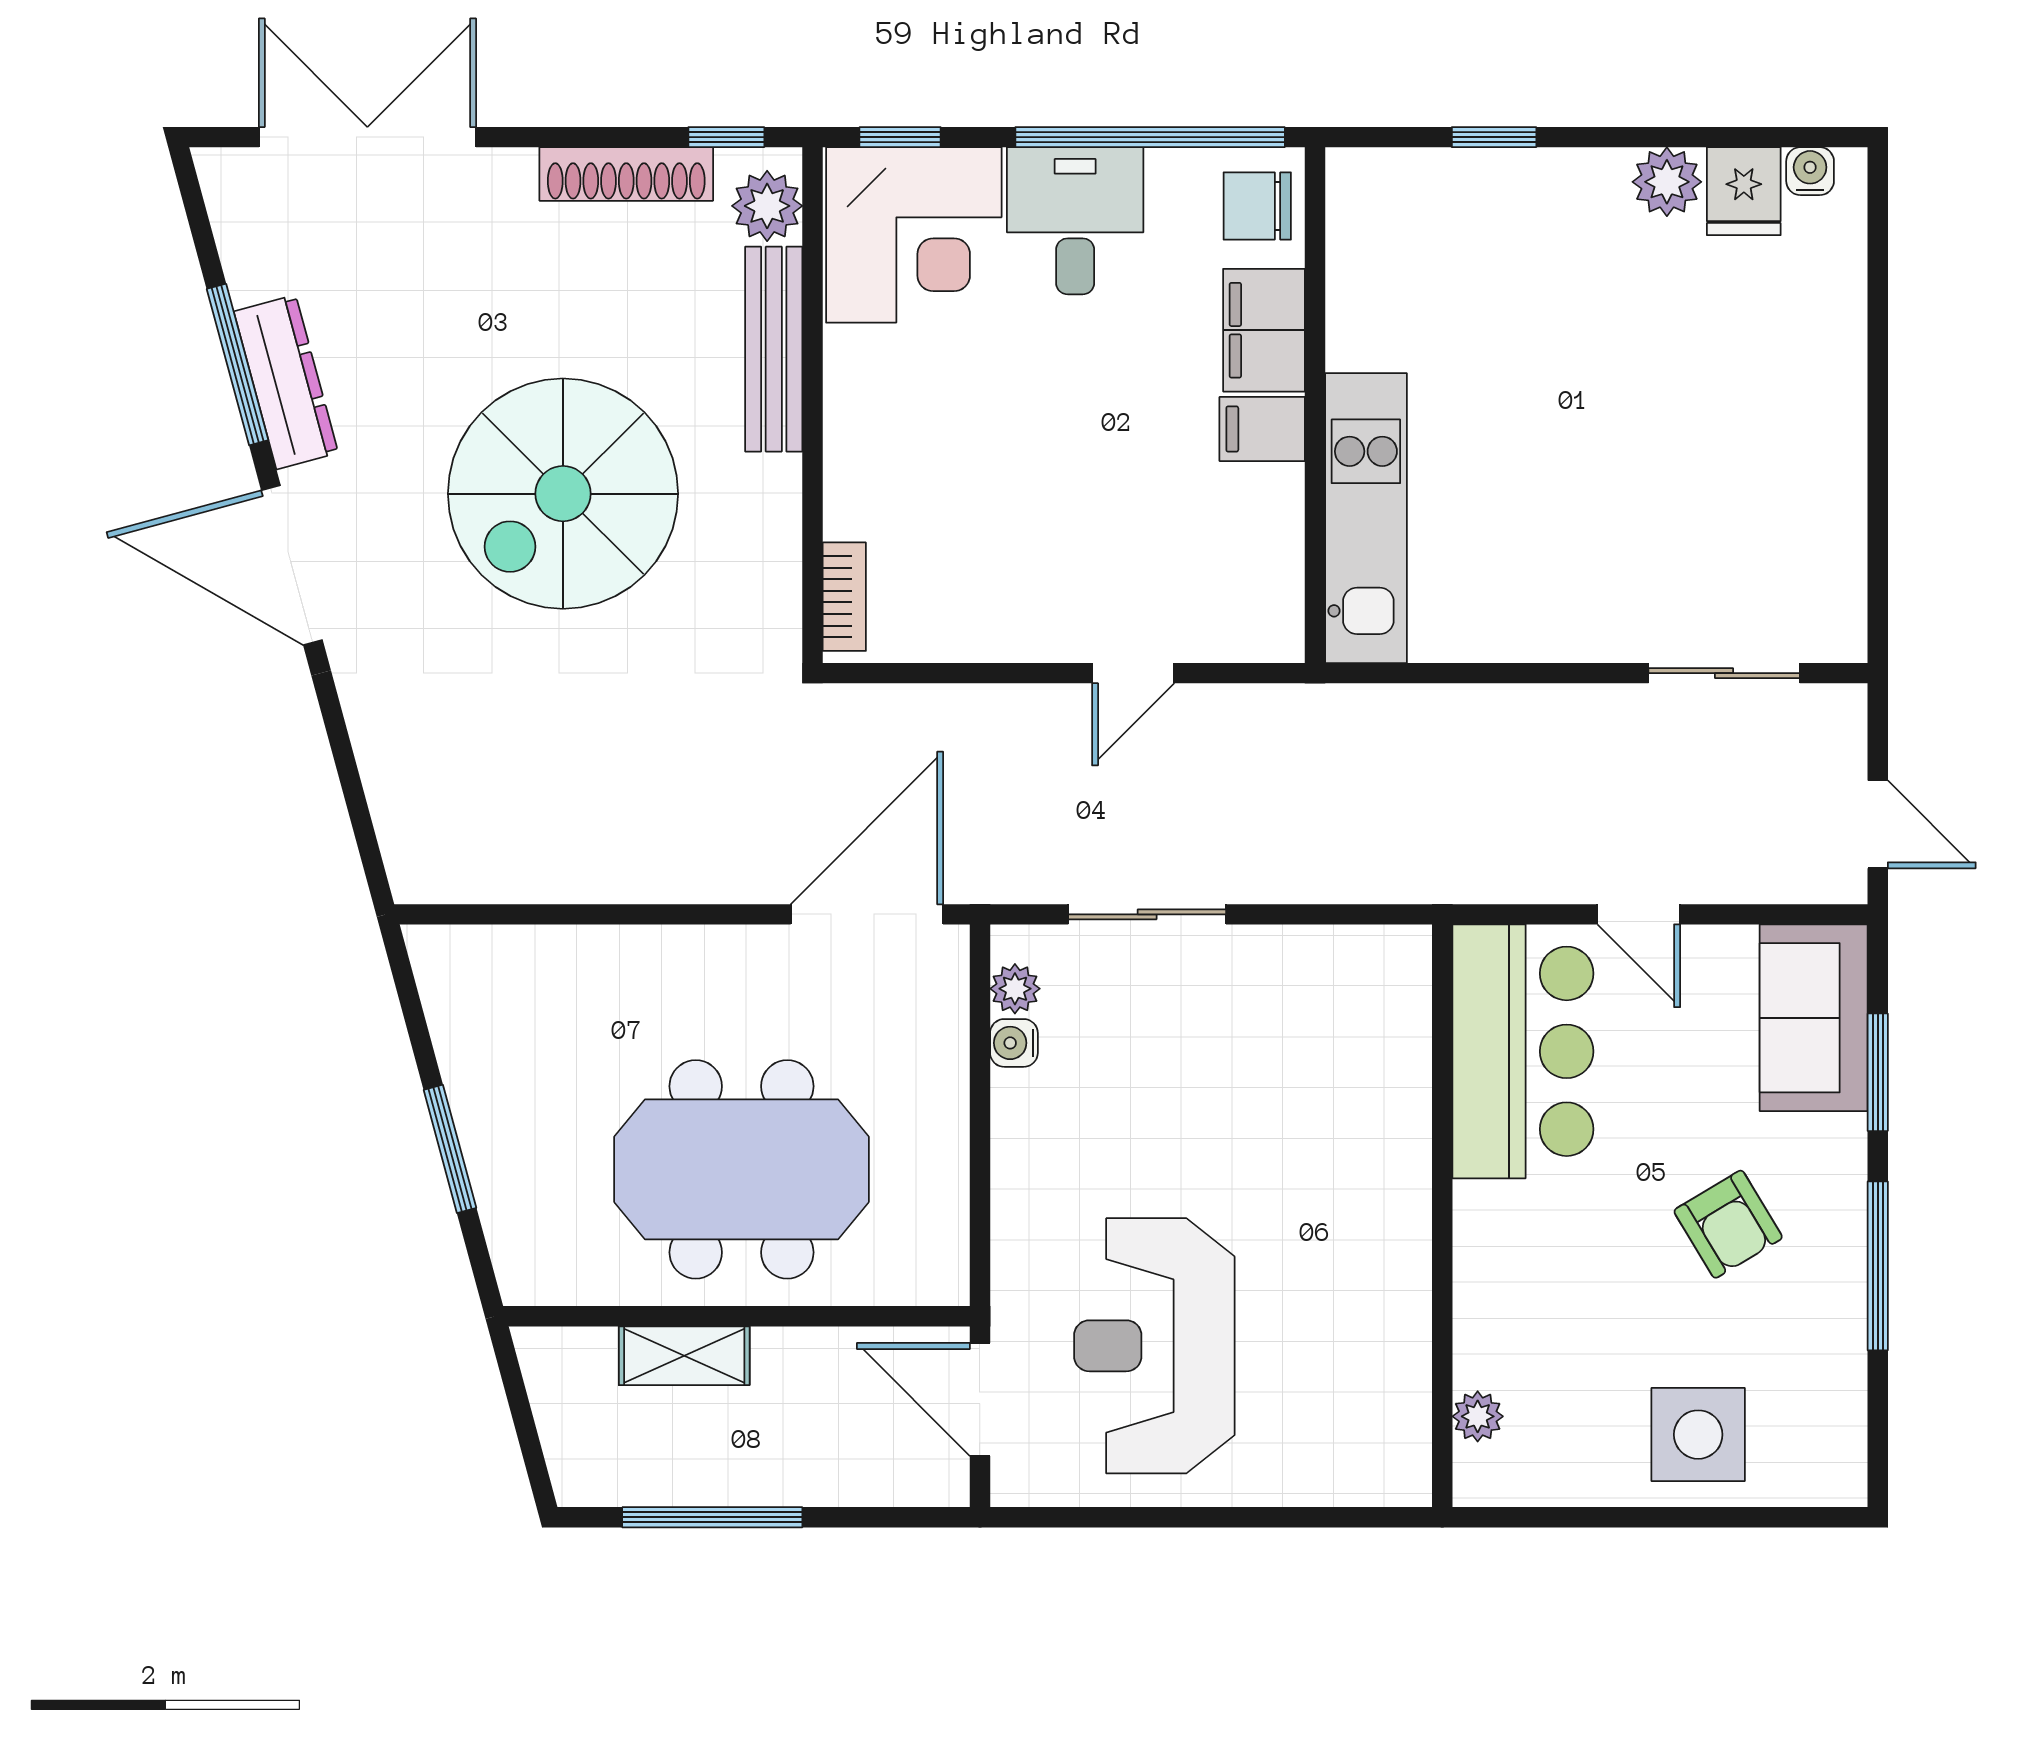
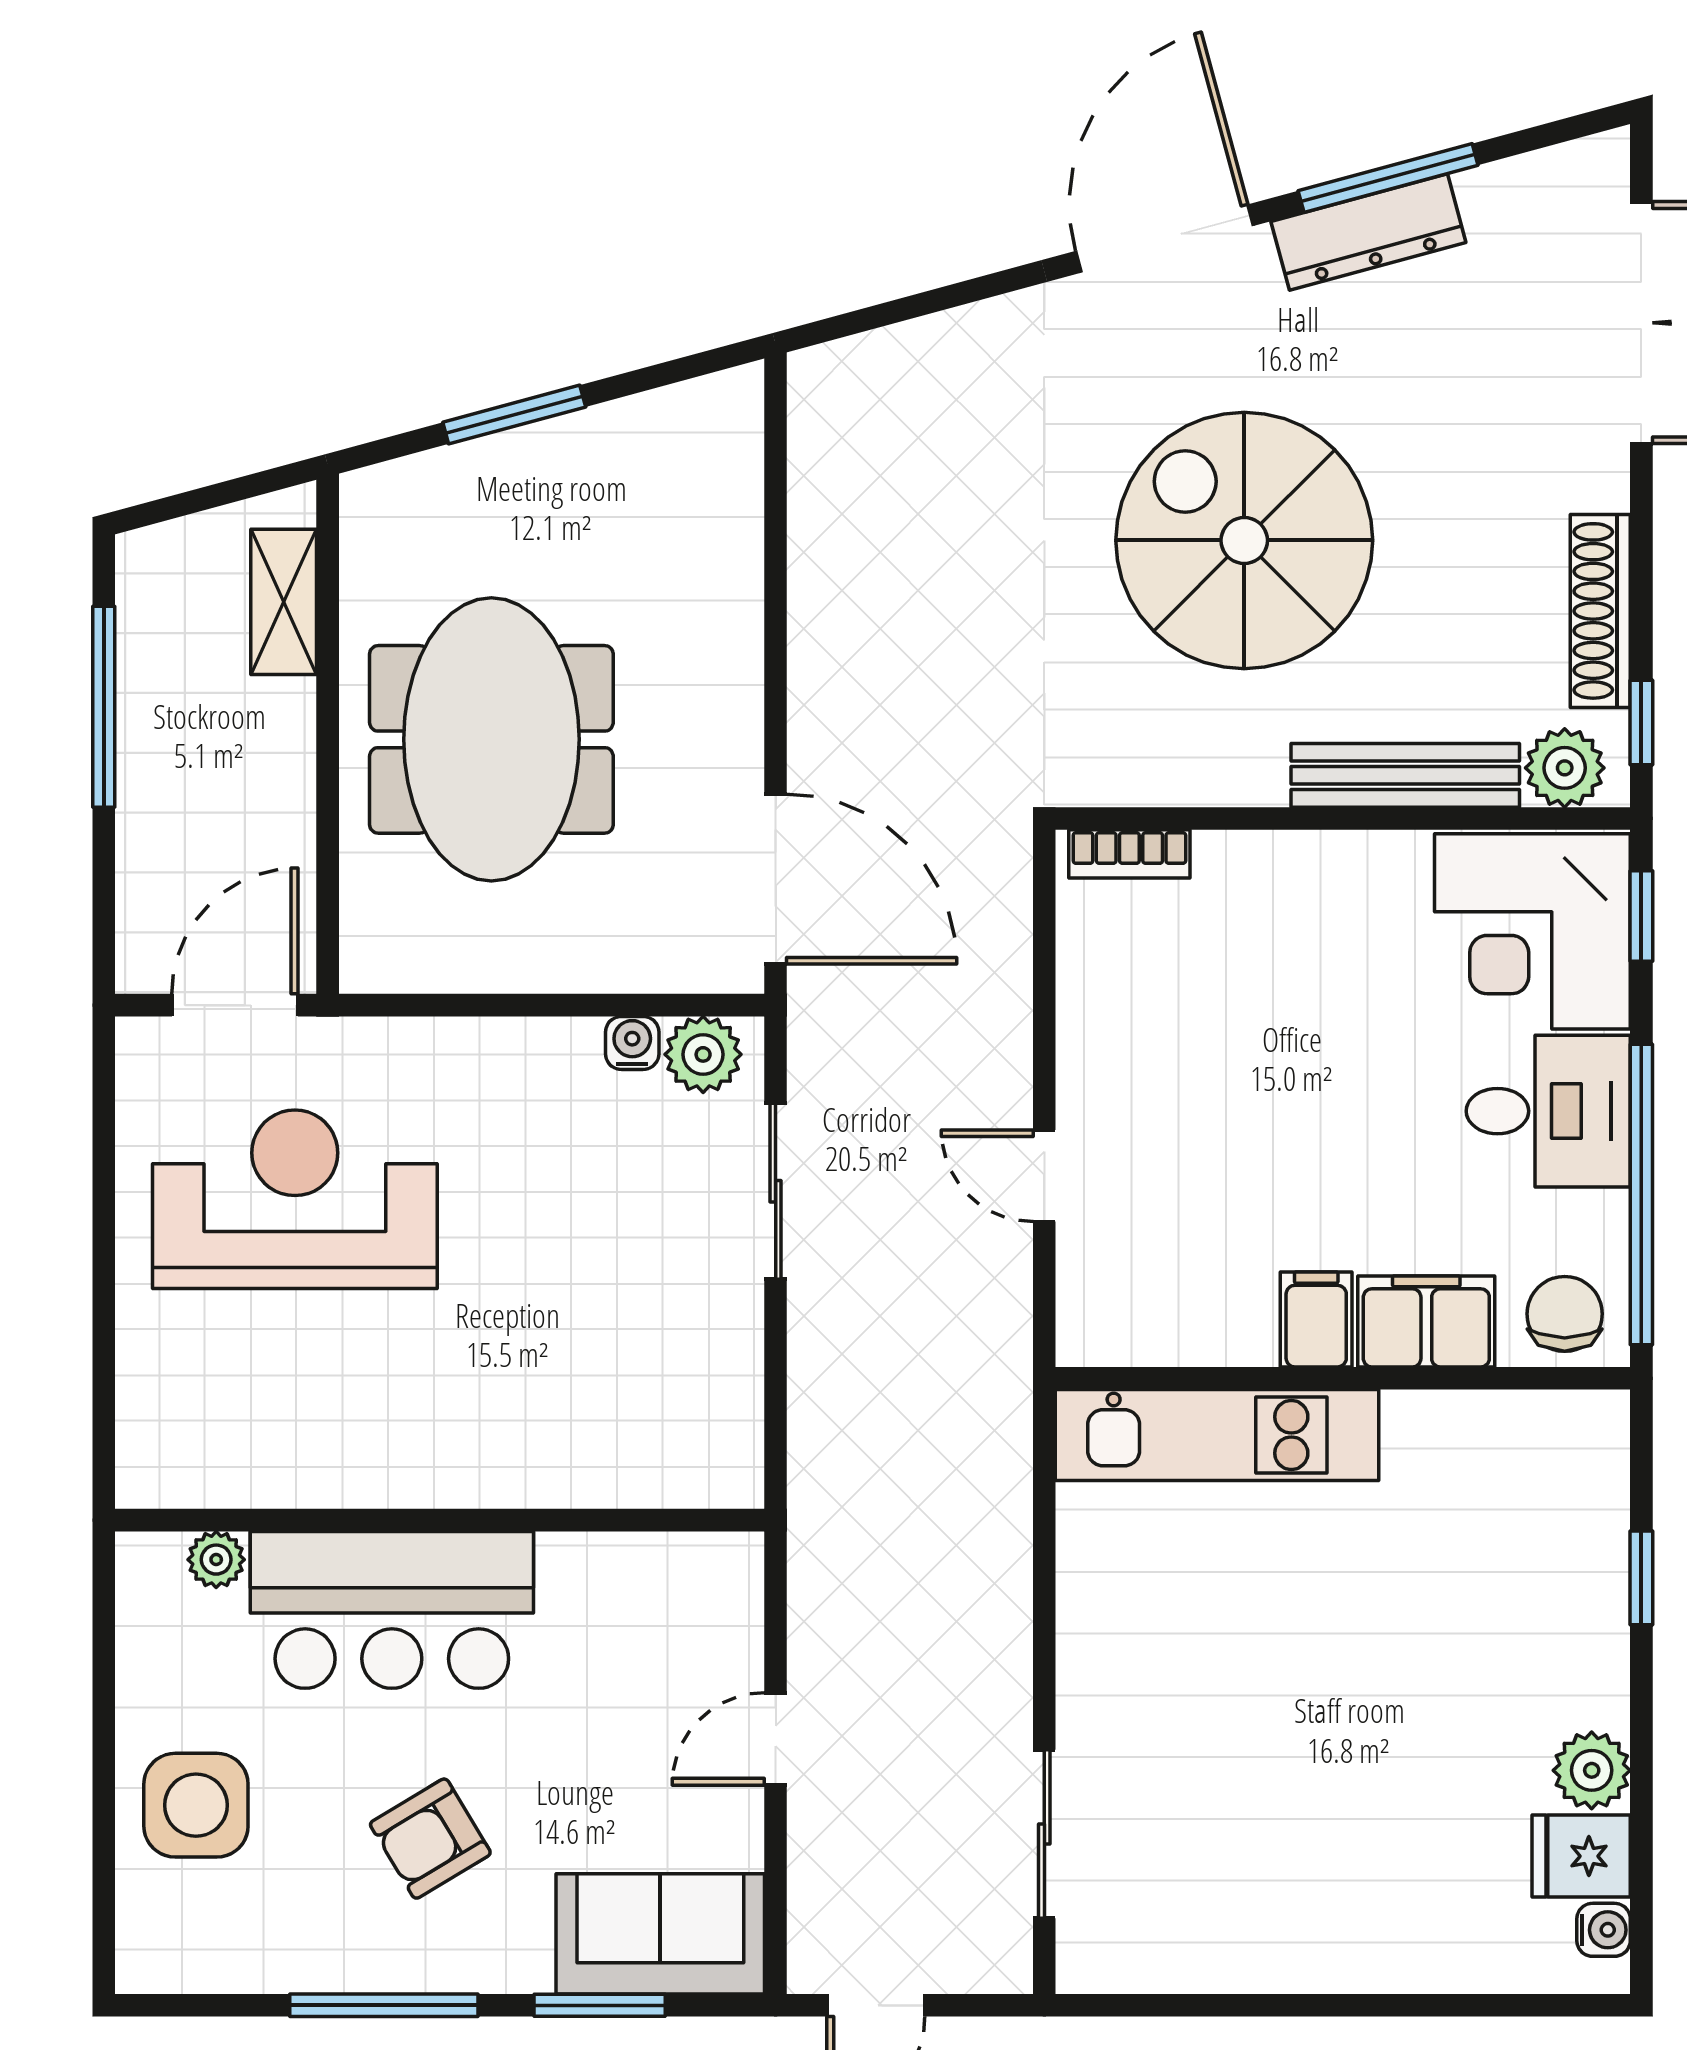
plant: (1015, 989) -> (703, 1054), width x1.38, depth x1.38
bar counter: (1523, 1051) -> (392, 1610), moved
shelving: (684, 1356) -> (284, 602), moved

